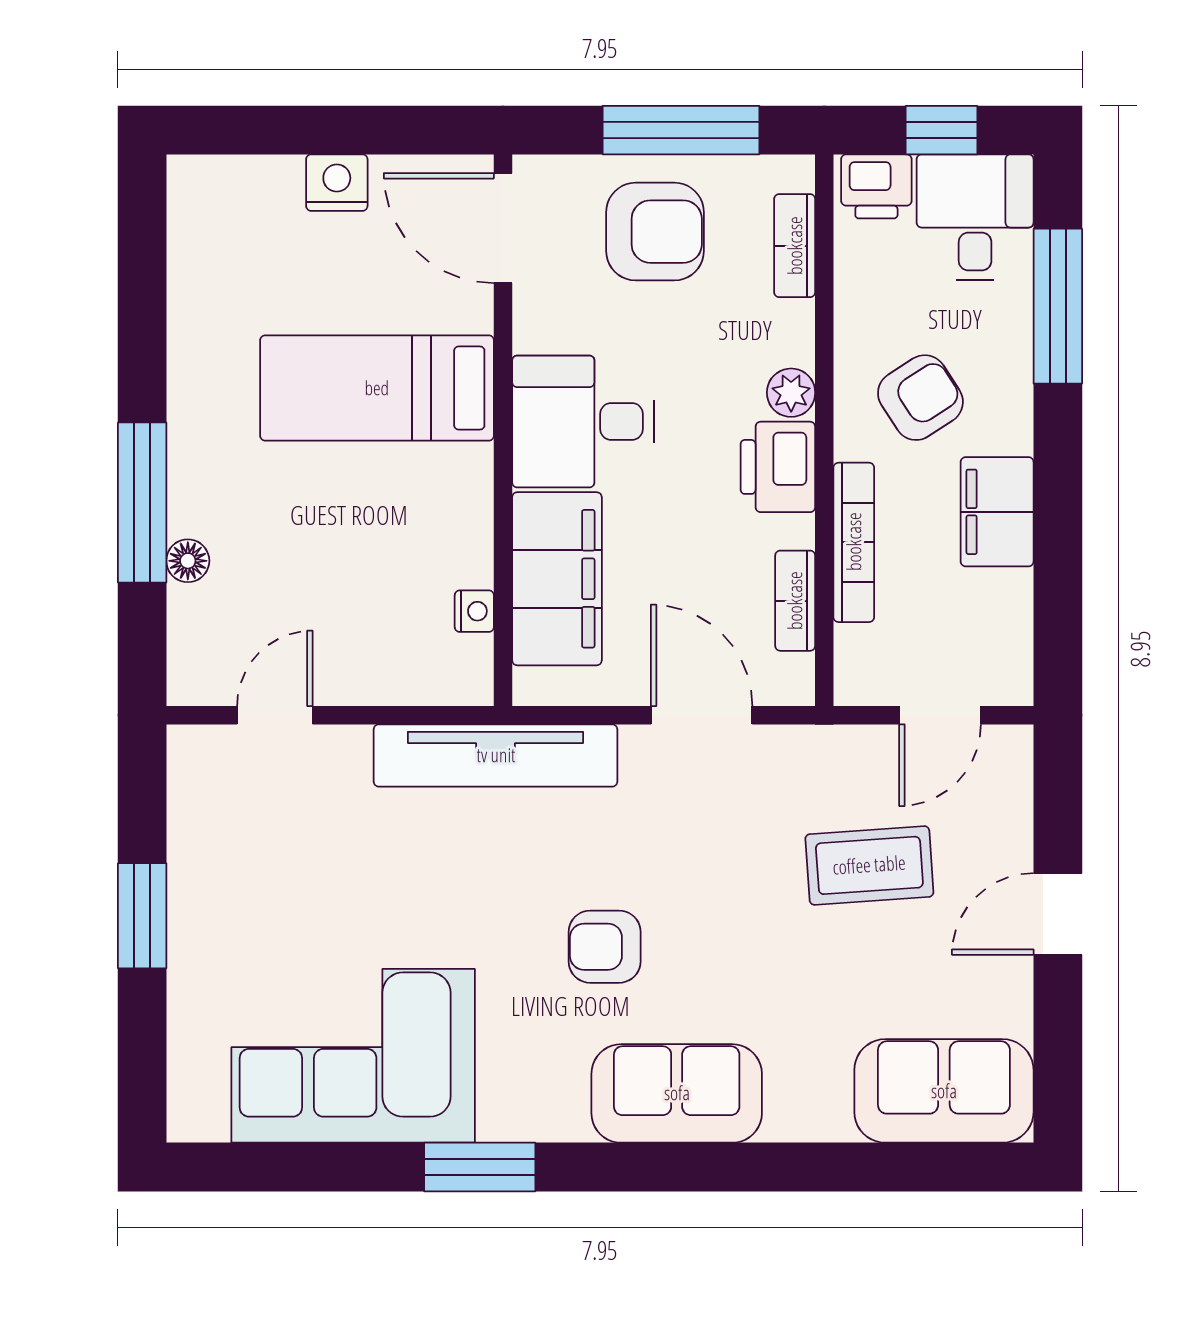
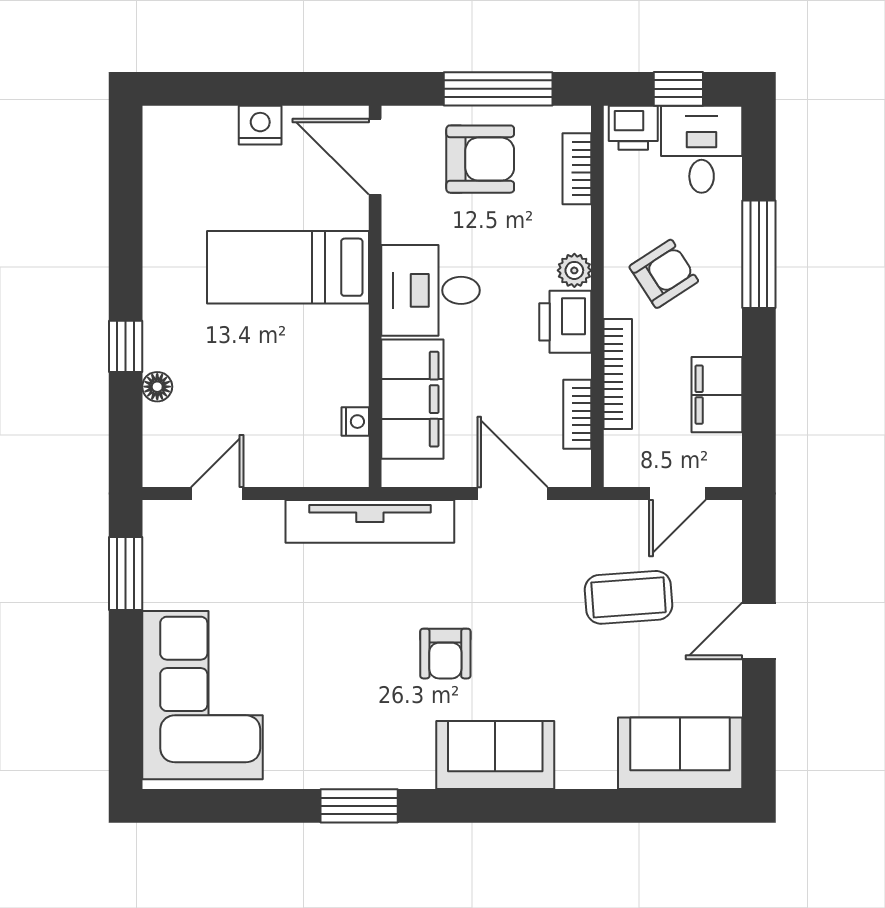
window: (1058, 306) -> (759, 254), moved
window: (142, 502) -> (126, 346), width x0.46
filing cabinet: (997, 512) -> (717, 395), moved
window: (142, 916) -> (126, 573), moved
armchair: (605, 947) -> (445, 654), turned -90
corner sofa: (353, 1056) -> (202, 695), moved, turned 90

